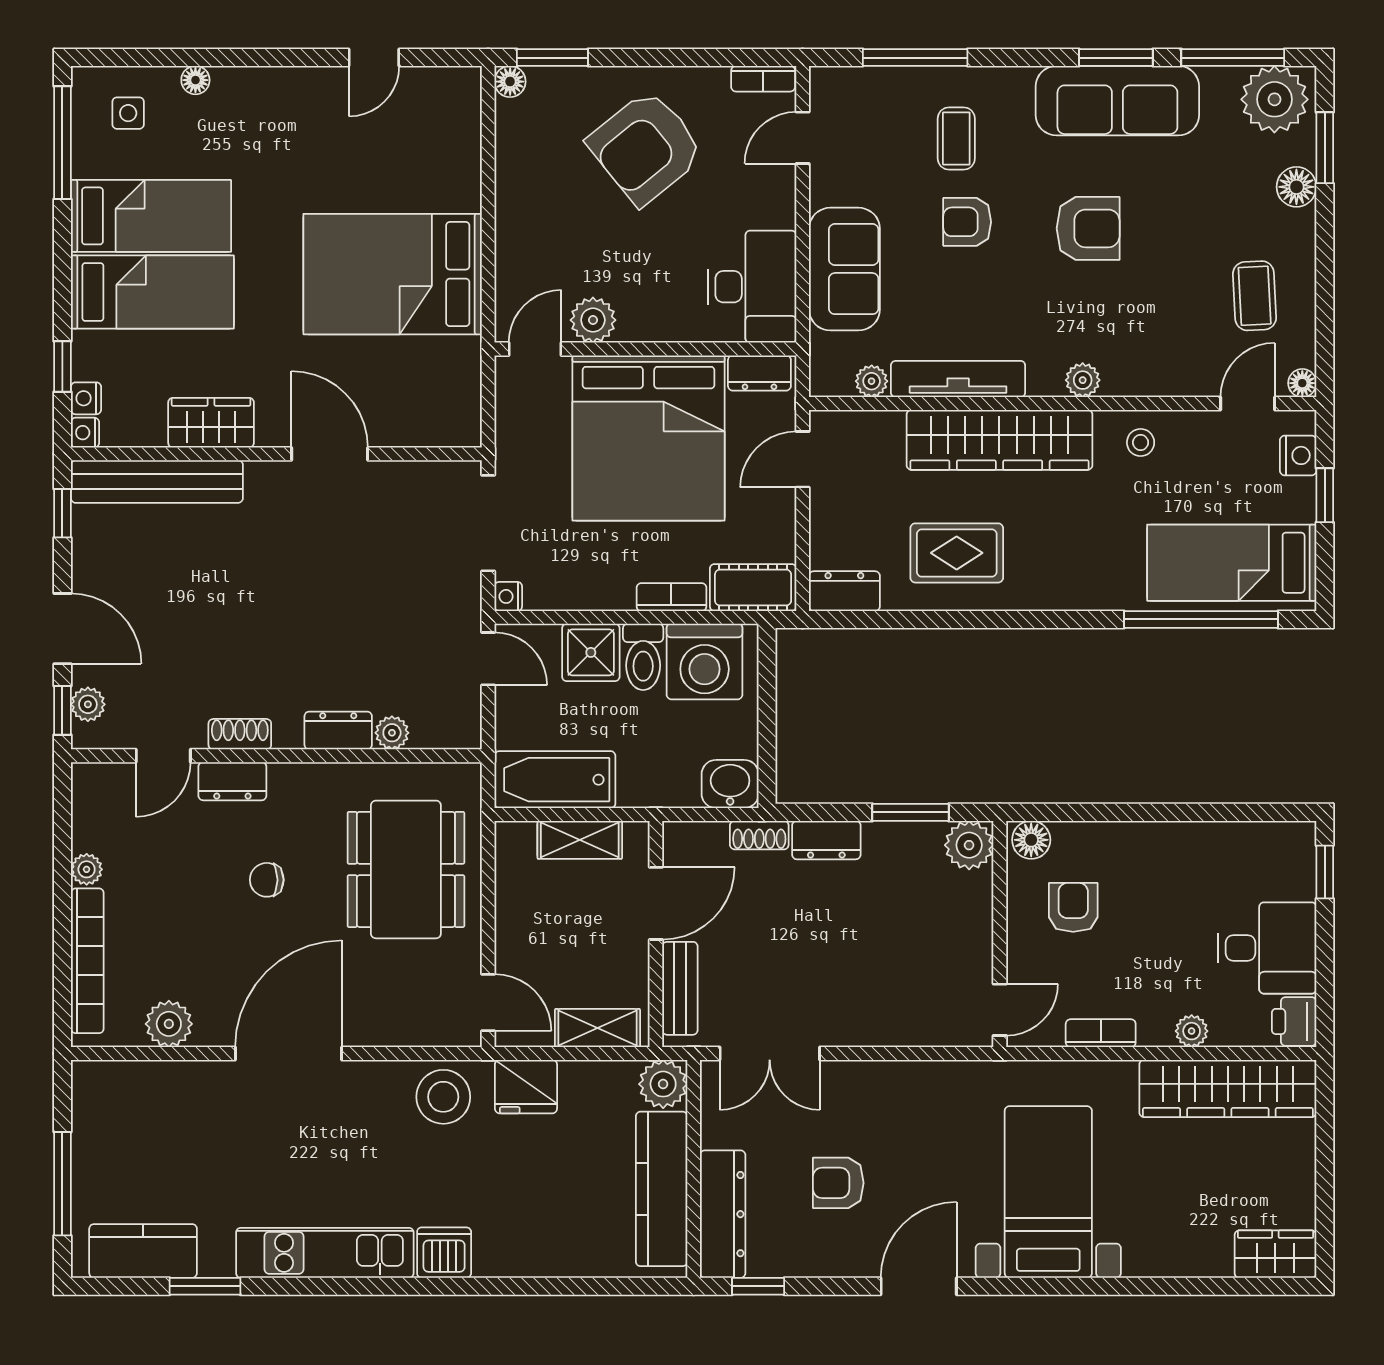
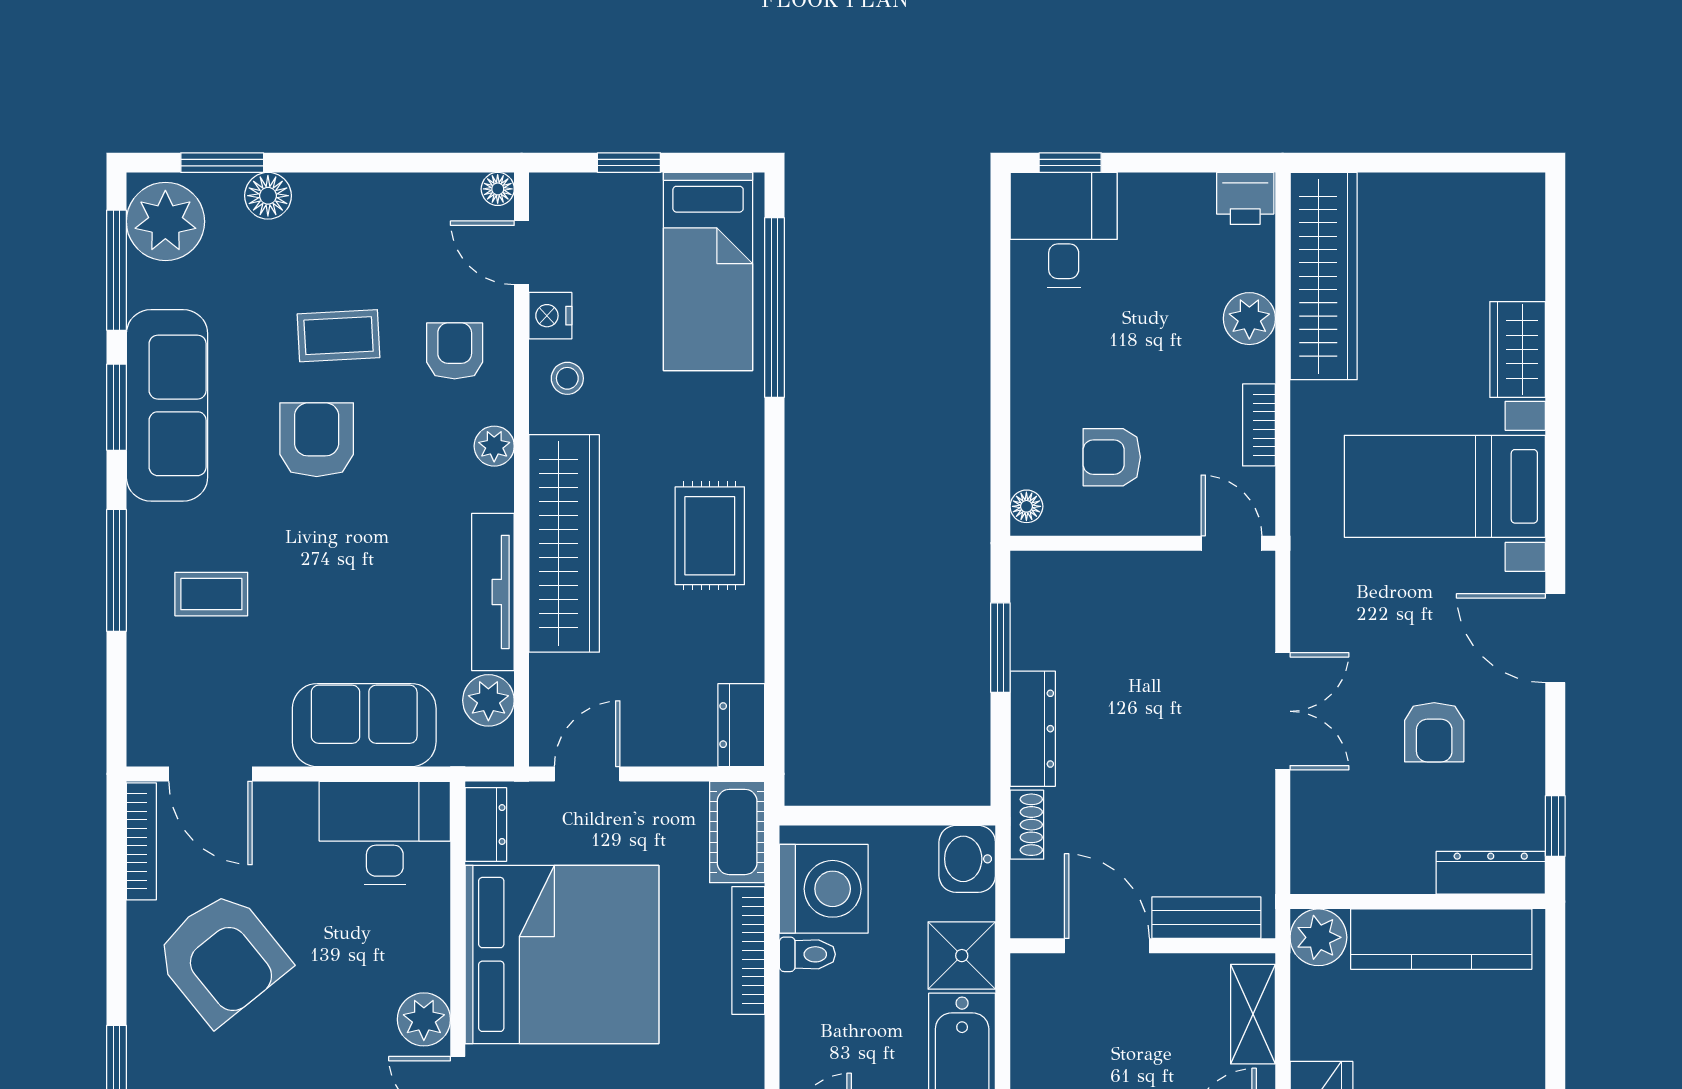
window: (915, 58) -> (117, 570), moved
bookcase: (763, 79) -> (141, 841), width x1.56
door: (803, 138) -> (210, 774), width x1.38
armchair: (967, 222) -> (455, 351), moved, turned 180
coffee table: (1255, 296) -> (339, 336), moved
plant: (872, 381) -> (488, 700), width x1.38, depth x1.38
nightstand: (1298, 455) -> (550, 316), moved, turned -90
door: (803, 459) -> (587, 774), swing flipped
rug: (957, 553) -> (710, 536), moved
bookcase: (671, 597) -> (748, 951), width x1.56
shower: (591, 652) -> (962, 956), moved
toilet: (643, 657) -> (807, 954), width x0.73, depth x0.72
shelving: (580, 840) -> (1032, 1035), removed
dresser: (826, 840) -> (1033, 729), width x1.44
floor lamp: (1031, 840) -> (1026, 506), width x0.73, depth x0.73
plant: (969, 845) -> (1039, 579), removed
desk: (1267, 948) -> (1064, 230), moved
plant: (1192, 1031) -> (1249, 319), width x1.38, depth x1.38
double door: (770, 1054) -> (1283, 711), moved
dresser: (723, 1214) -> (1491, 873), width x0.73, depth x0.80
wardrobe: (1275, 1254) -> (1518, 350), moved

